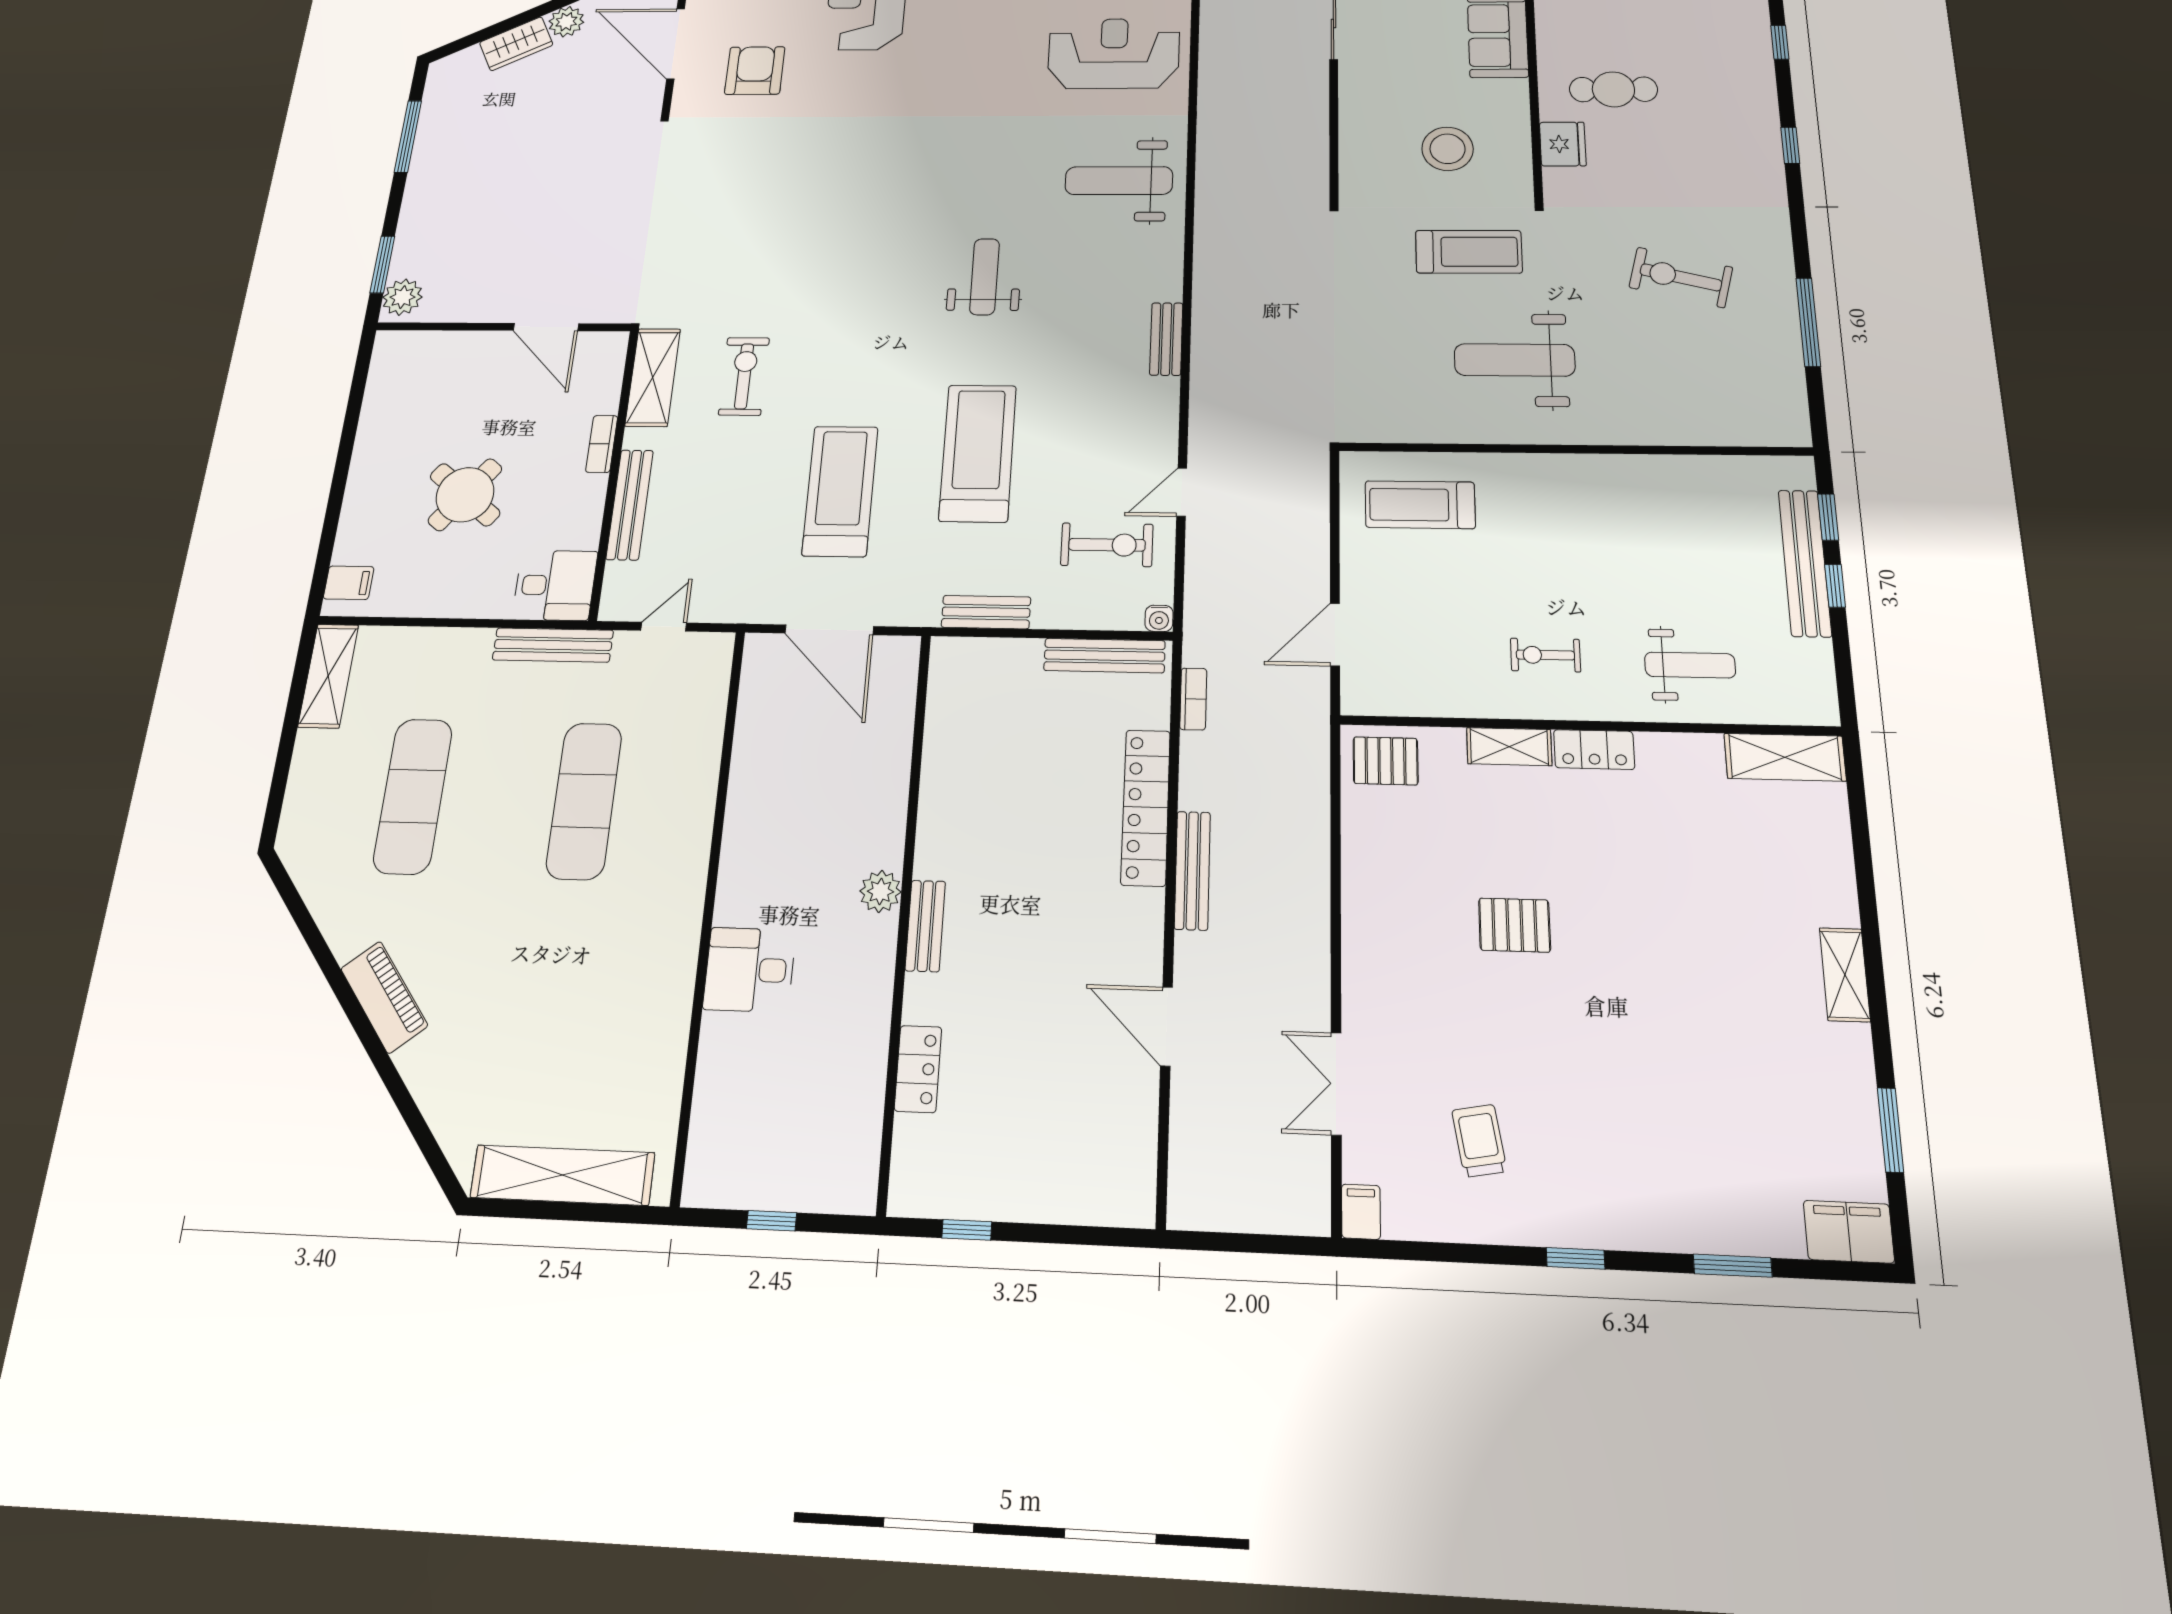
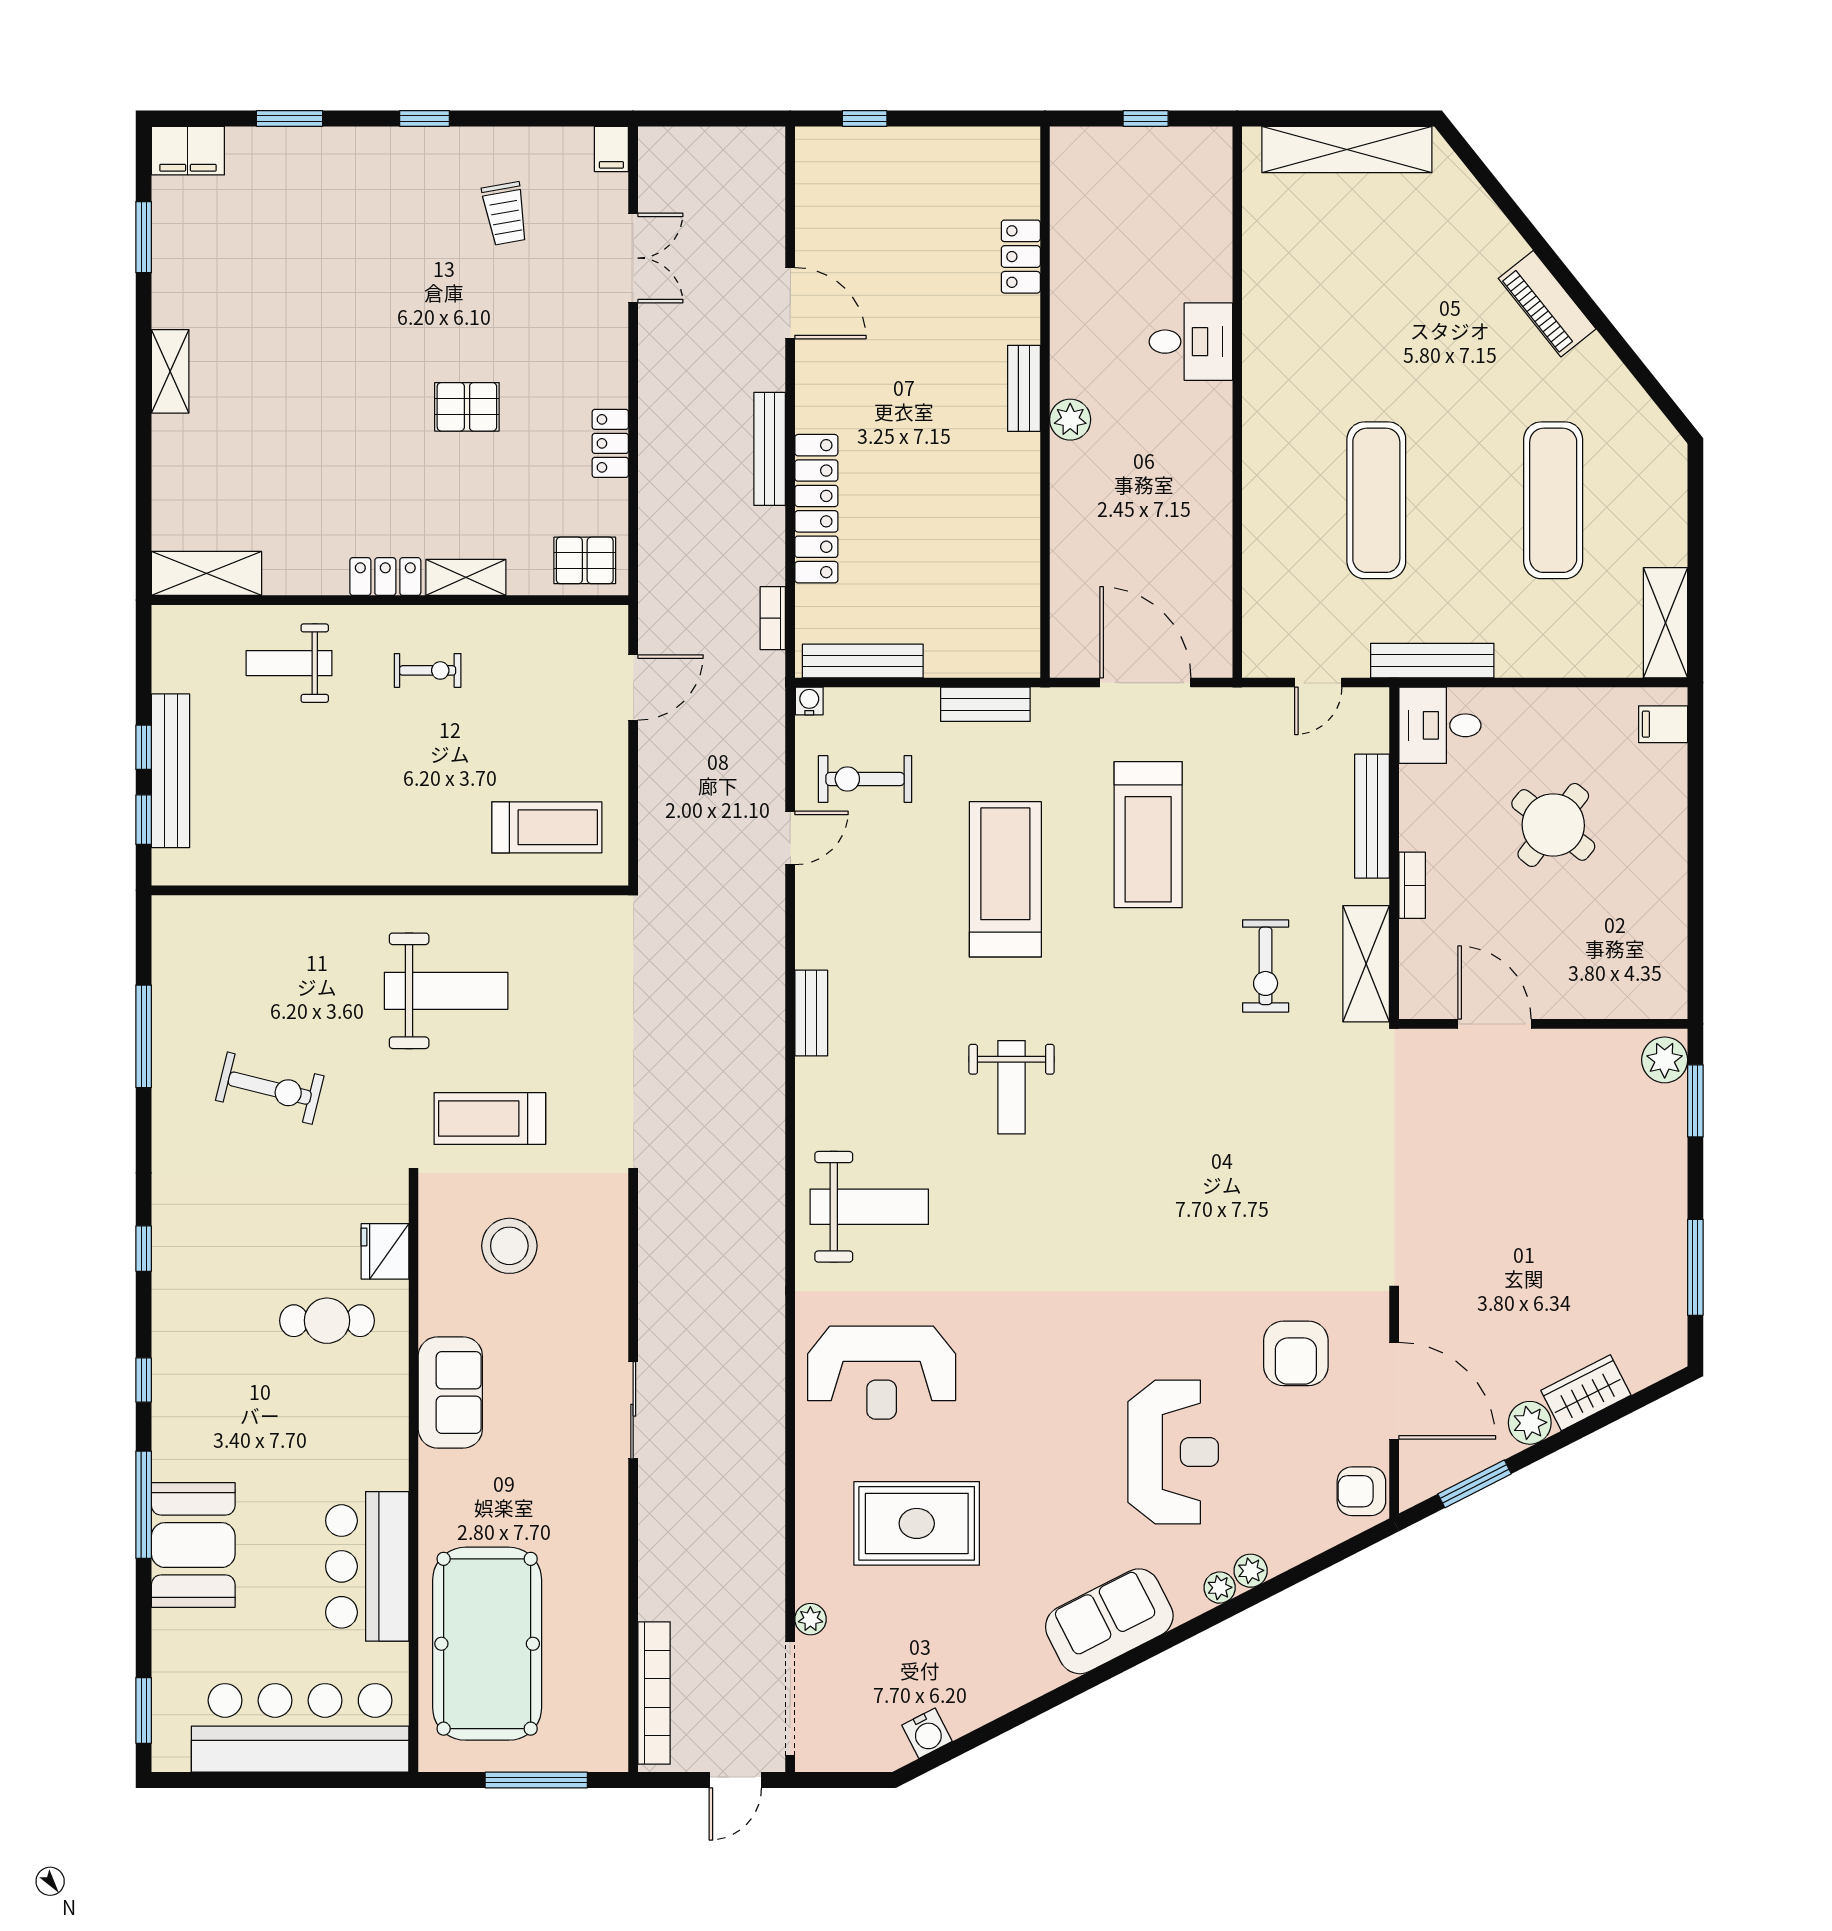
treadmill: (978, 453) -> (1005, 879), turned 180
locker: (1360, 881) -> (610, 443), added
window: (967, 1230) -> (865, 118), moved

